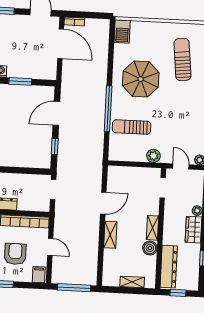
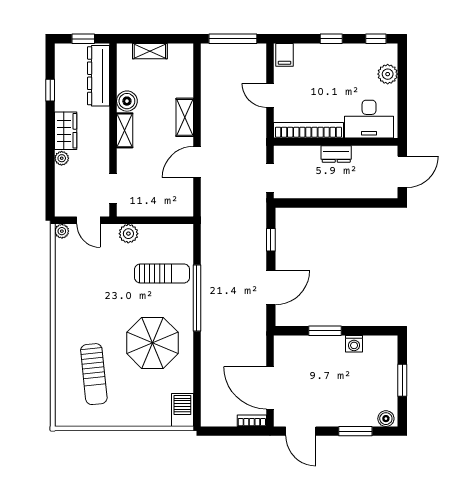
armchair: (15, 254) -> (320, 83), removed

